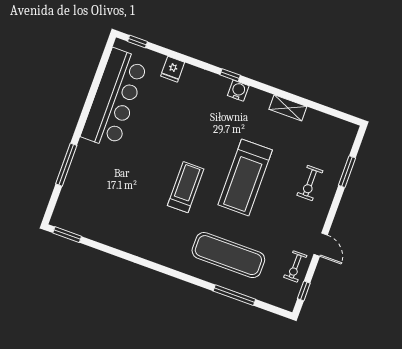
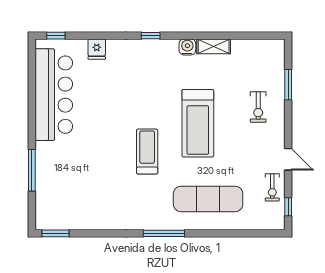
water cooler: (238, 91) -> (187, 47), moved
window: (234, 295) -> (164, 233), moved

